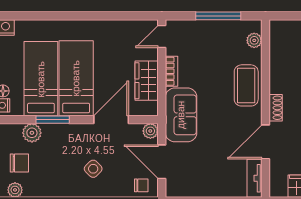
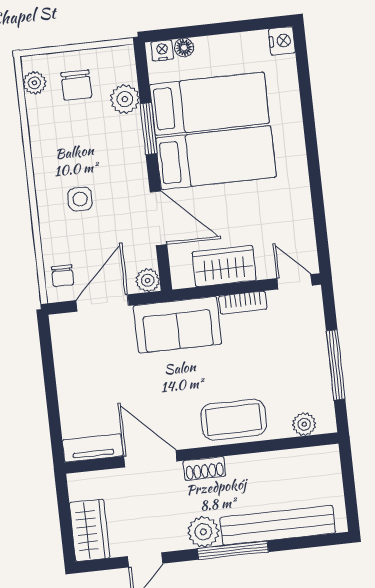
side table: (93, 169) -> (80, 199), turned 45

